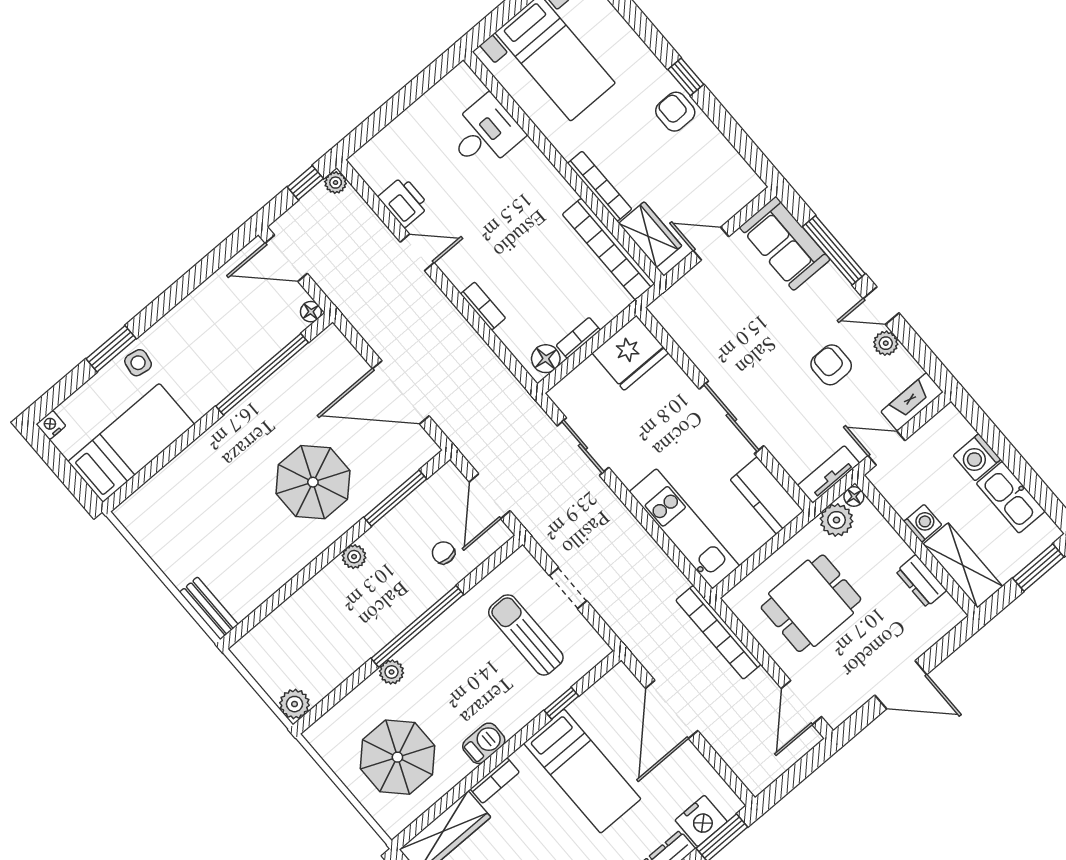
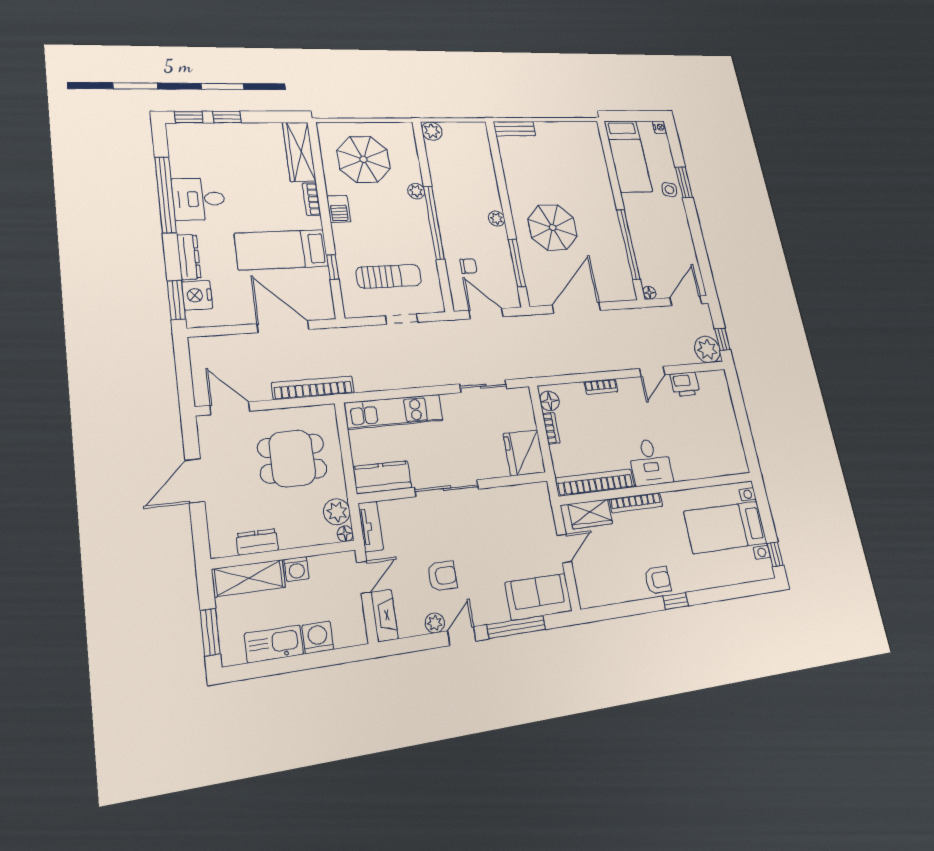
desk: (485, 133) -> (650, 462), moved
plant: (336, 183) -> (707, 349), width x1.88, depth x1.88
dining table: (811, 603) -> (292, 458), turned 90

